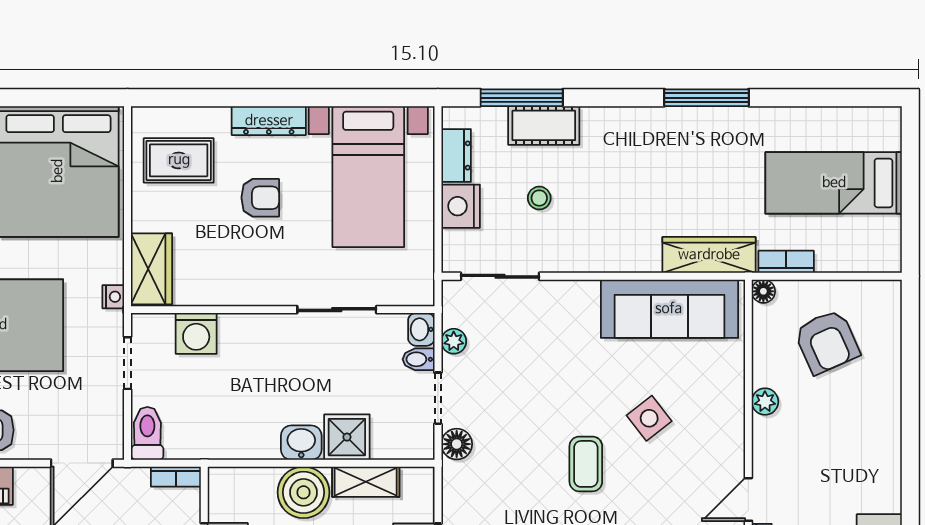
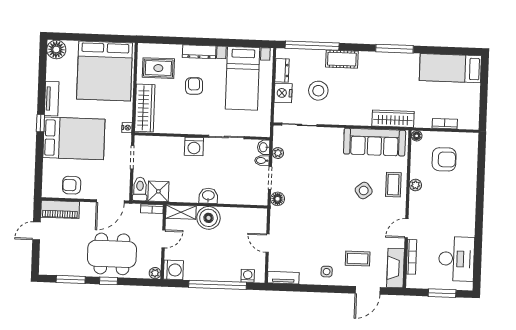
window: (522, 98) -> (312, 46), width x1.46
cot: (544, 125) -> (342, 59), moved
bed: (834, 183) -> (450, 68), moved
armchair: (260, 198) -> (194, 86), turned -93
stool: (539, 198) -> (318, 91), width x1.89, depth x1.89
bookcase: (786, 262) -> (445, 124), moved
wardrobe: (151, 269) -> (145, 108), width x1.50
washing machine: (196, 333) -> (194, 147), moved
armchair: (827, 342) -> (444, 159), turned -66
shower: (347, 437) -> (158, 191), moved
coffee table: (586, 464) -> (393, 185), moved
shelving: (366, 482) -> (181, 212), moved

